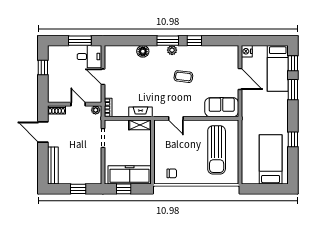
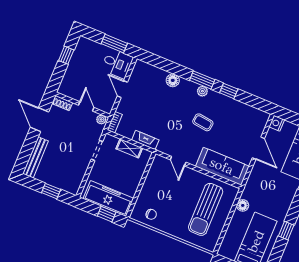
sofa: (222, 107) -> (222, 166), width x1.36
shelving: (140, 125) -> (129, 148), moved
floor lamp: (247, 133) -> (243, 205), added
window: (124, 189) -> (107, 214), moved

